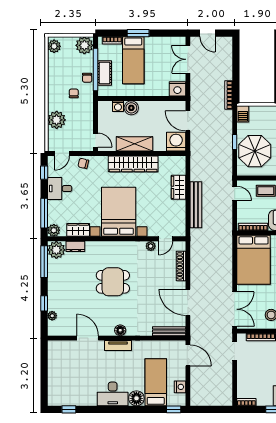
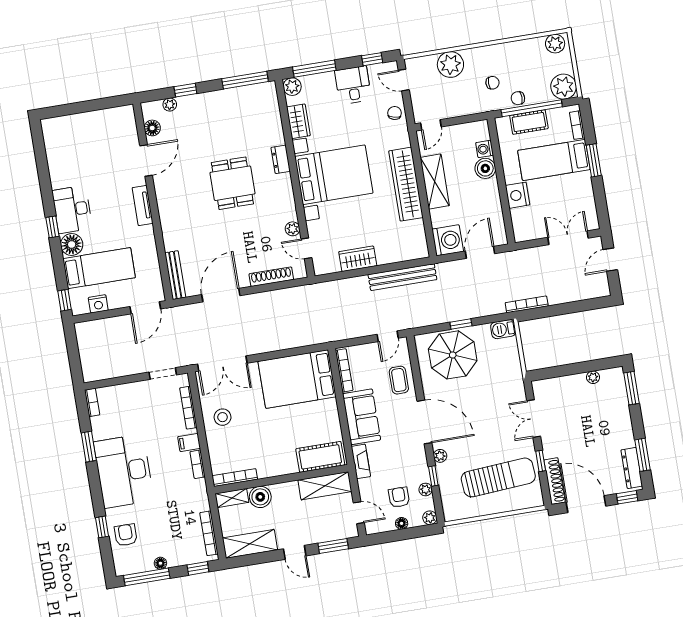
nightstand: (177, 89) -> (518, 195), moved
wardrobe: (178, 187) -> (358, 259), moved
bench: (196, 205) -> (402, 277), moved
dresser: (75, 246) -> (281, 159), moved
plant: (56, 250) -> (265, 95), removed
floor lamp: (120, 330) -> (152, 128), moved
window: (69, 409) -> (52, 227), moved

